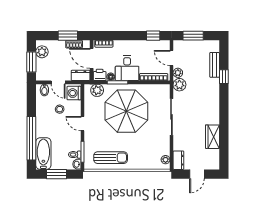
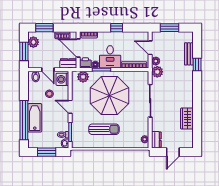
window: (68, 36) -> (44, 28), moved
window: (153, 36) -> (117, 28), moved
bathtub: (43, 154) -> (35, 118), moved
sun lounger: (111, 158) -> (104, 129), moved

